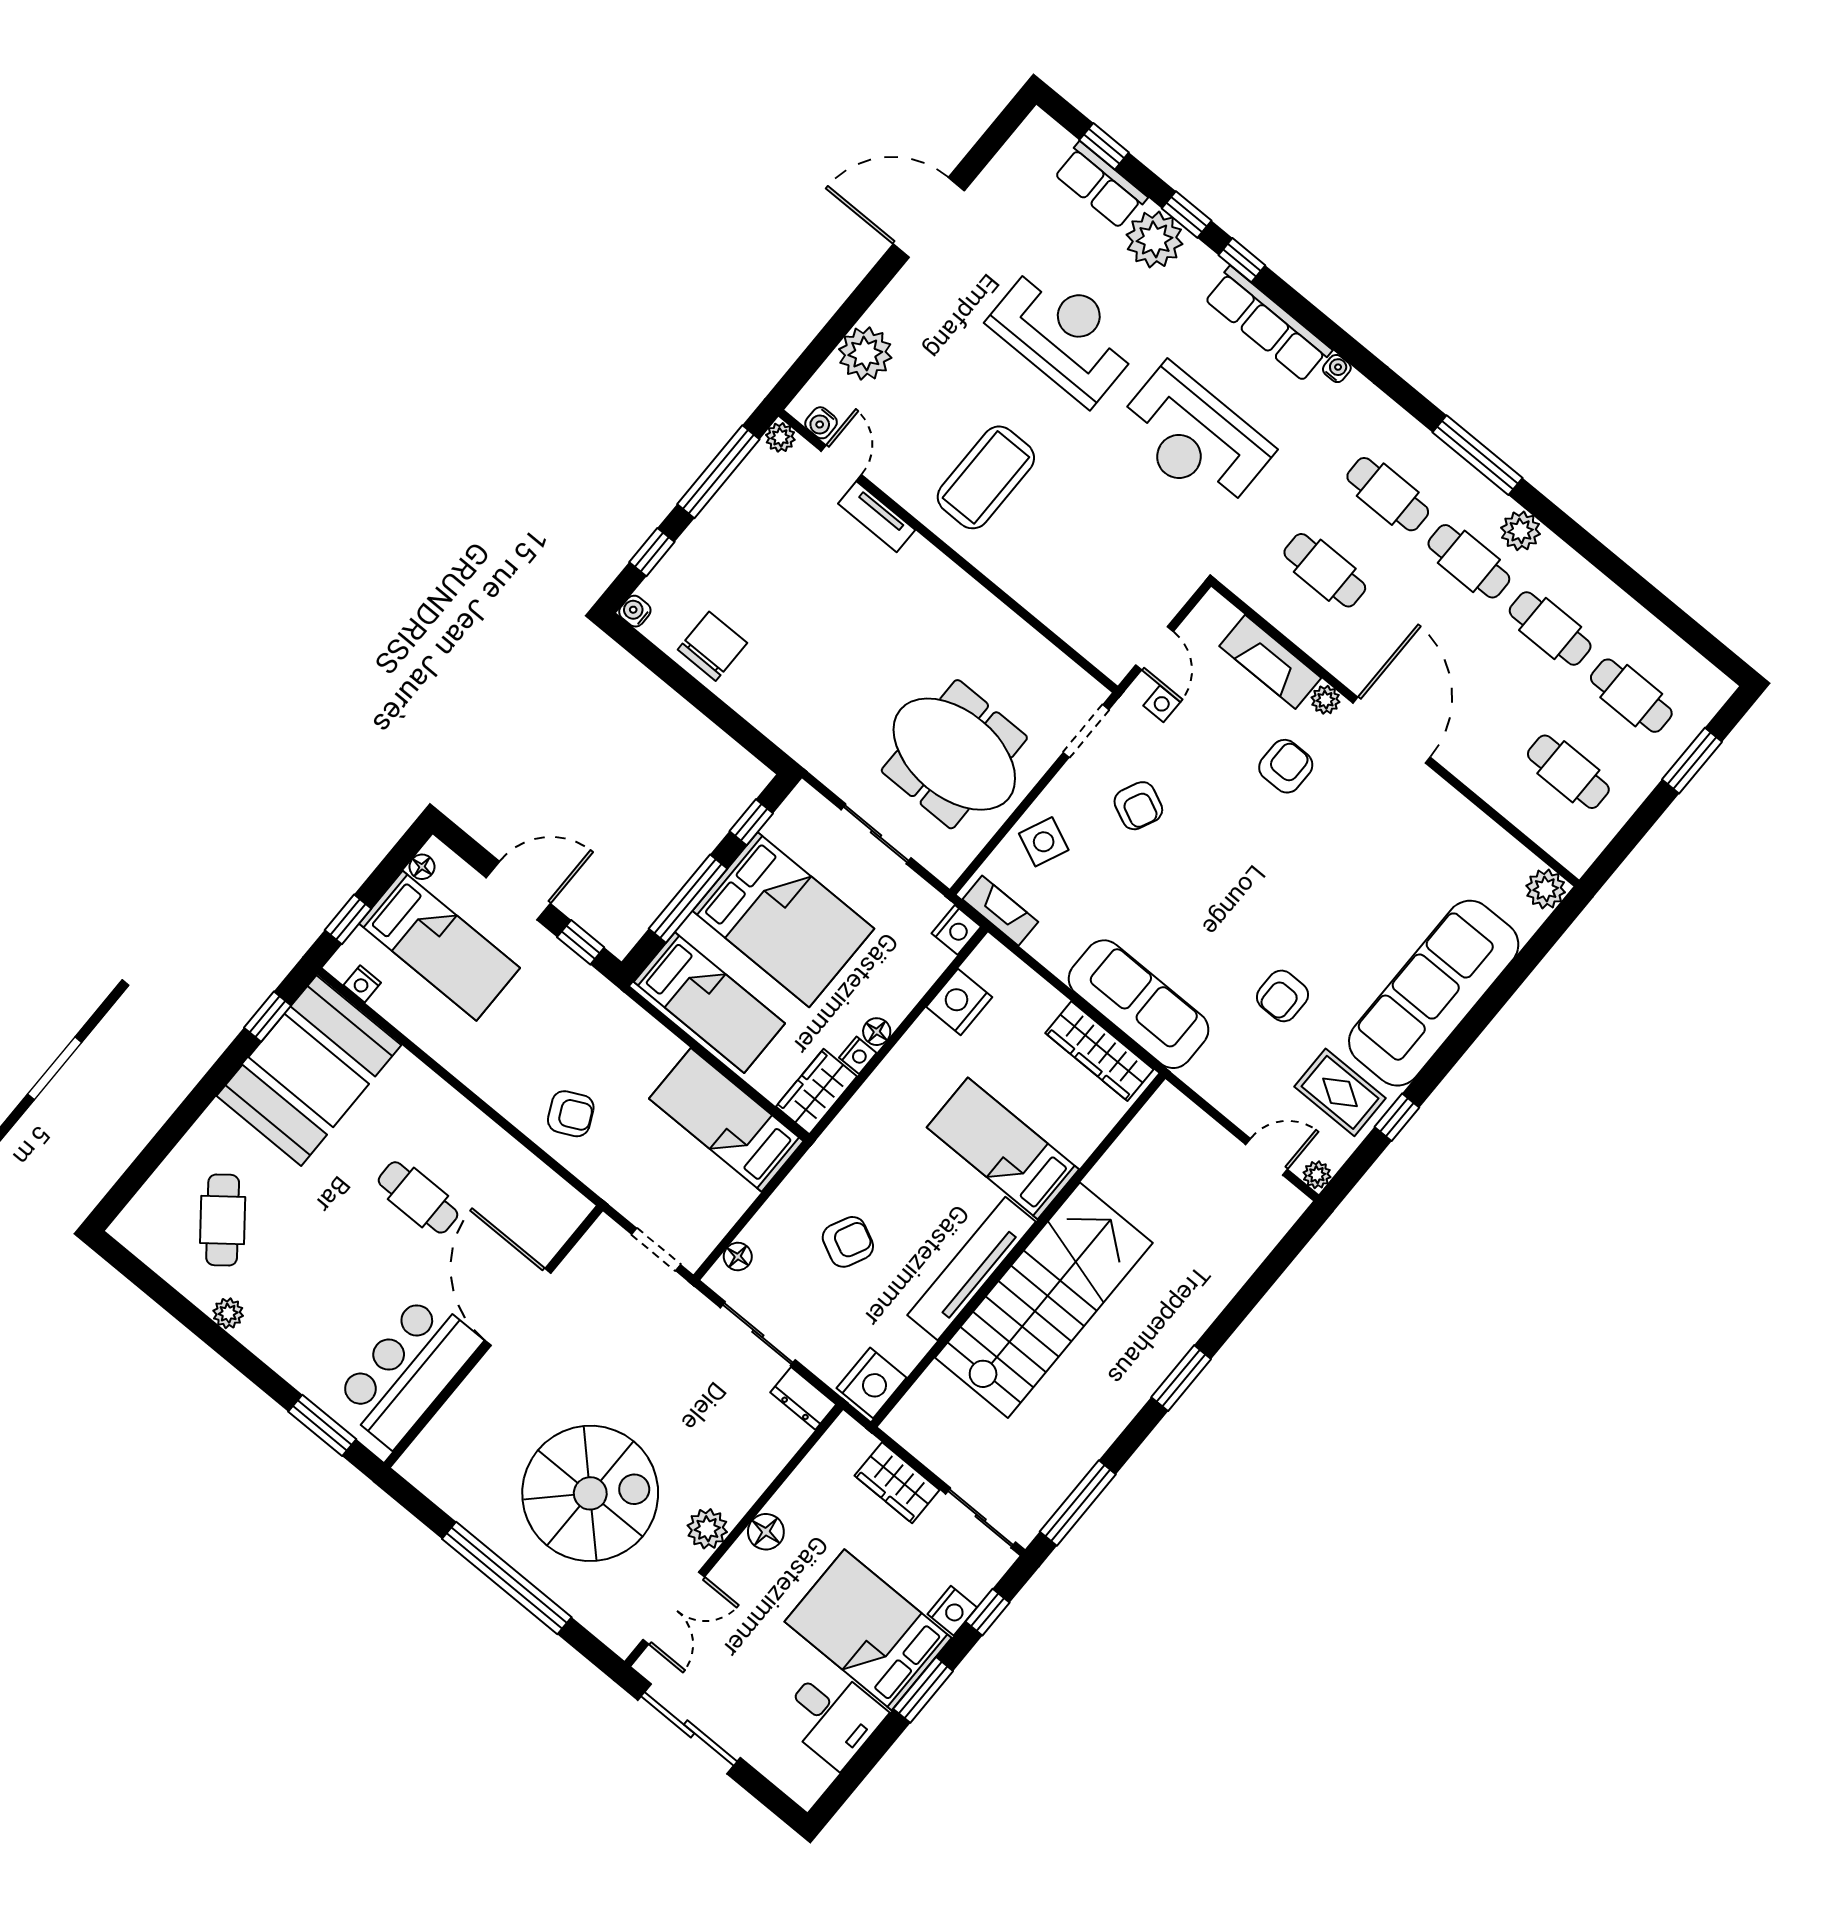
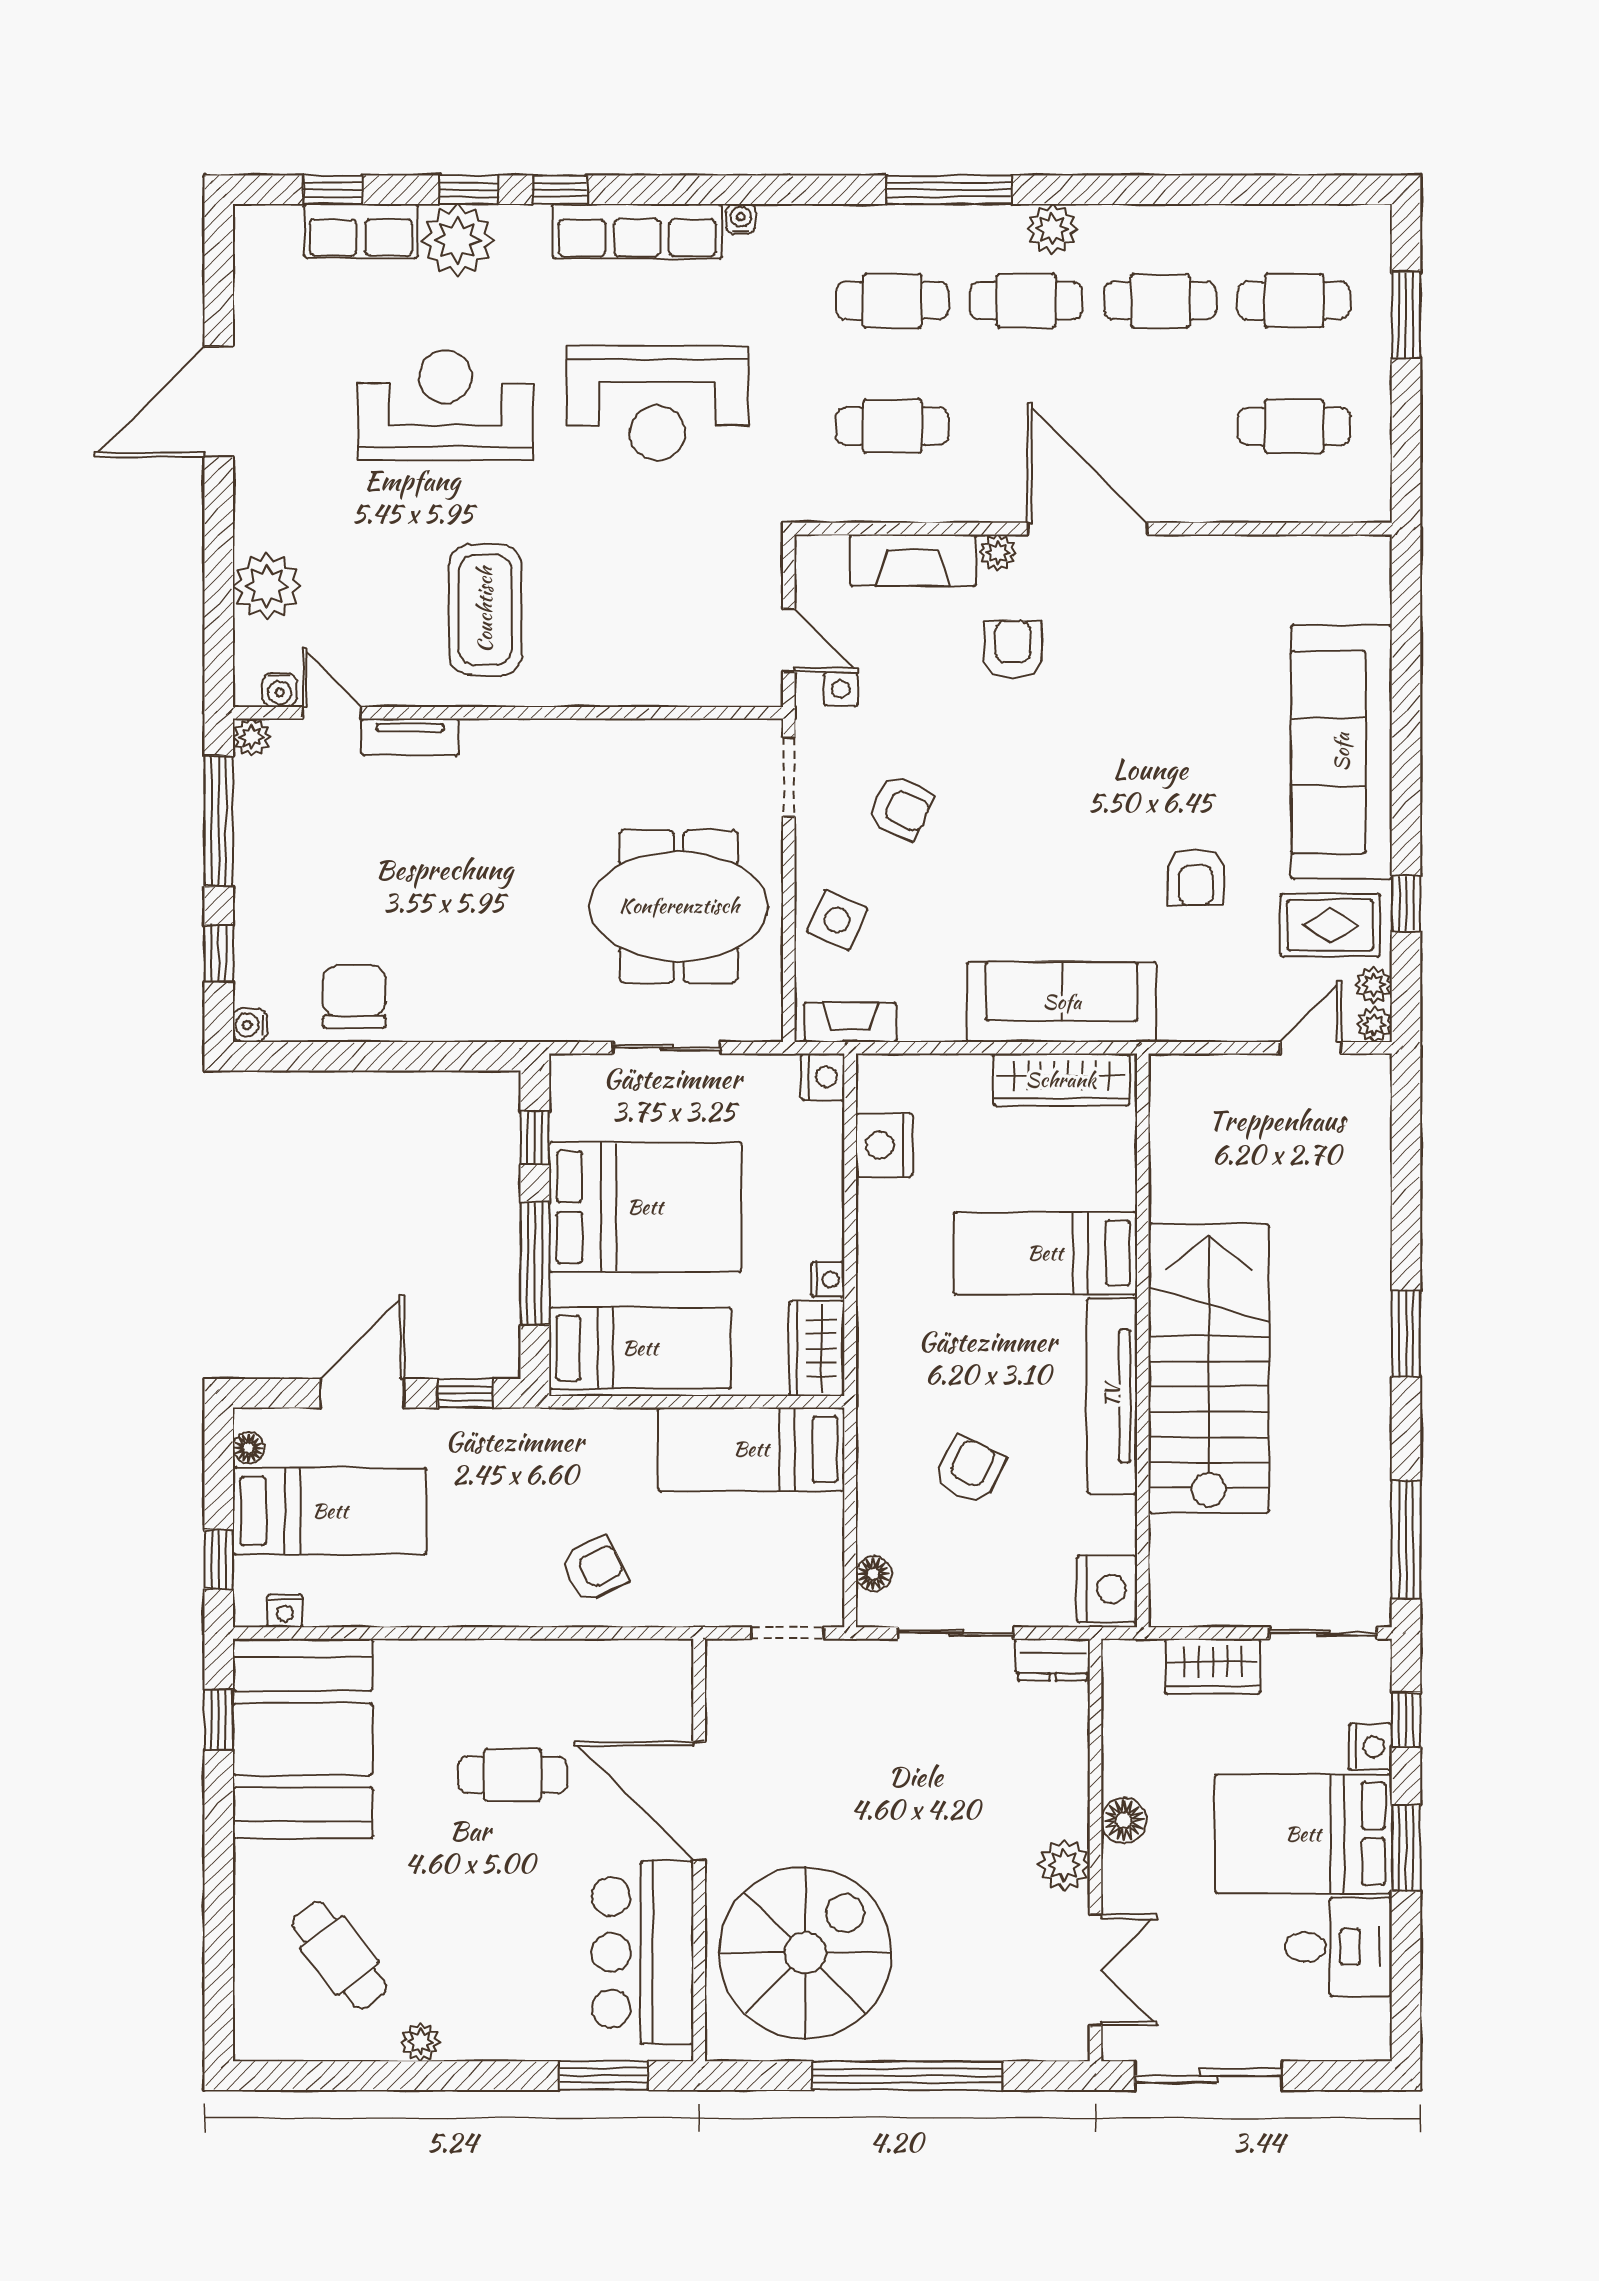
plant: (1546, 889) -> (1374, 985), moved, width x0.73, depth x0.73
floor lamp: (877, 1032) -> (827, 1241), removed
spiral stairs: (590, 1493) -> (805, 1953), moved

